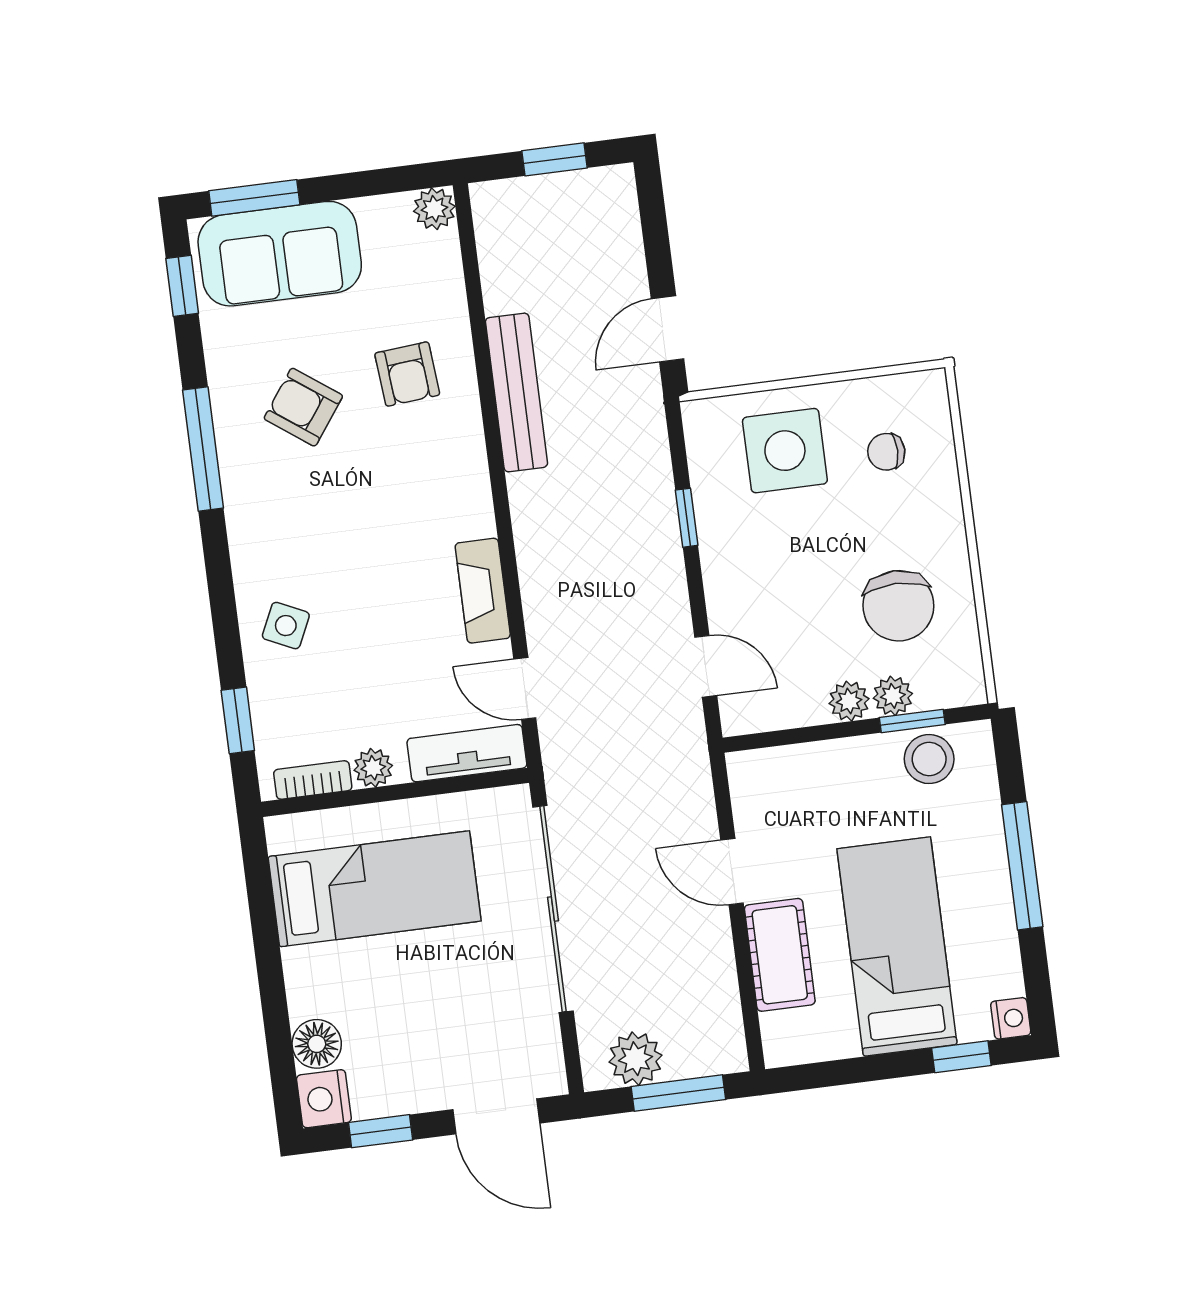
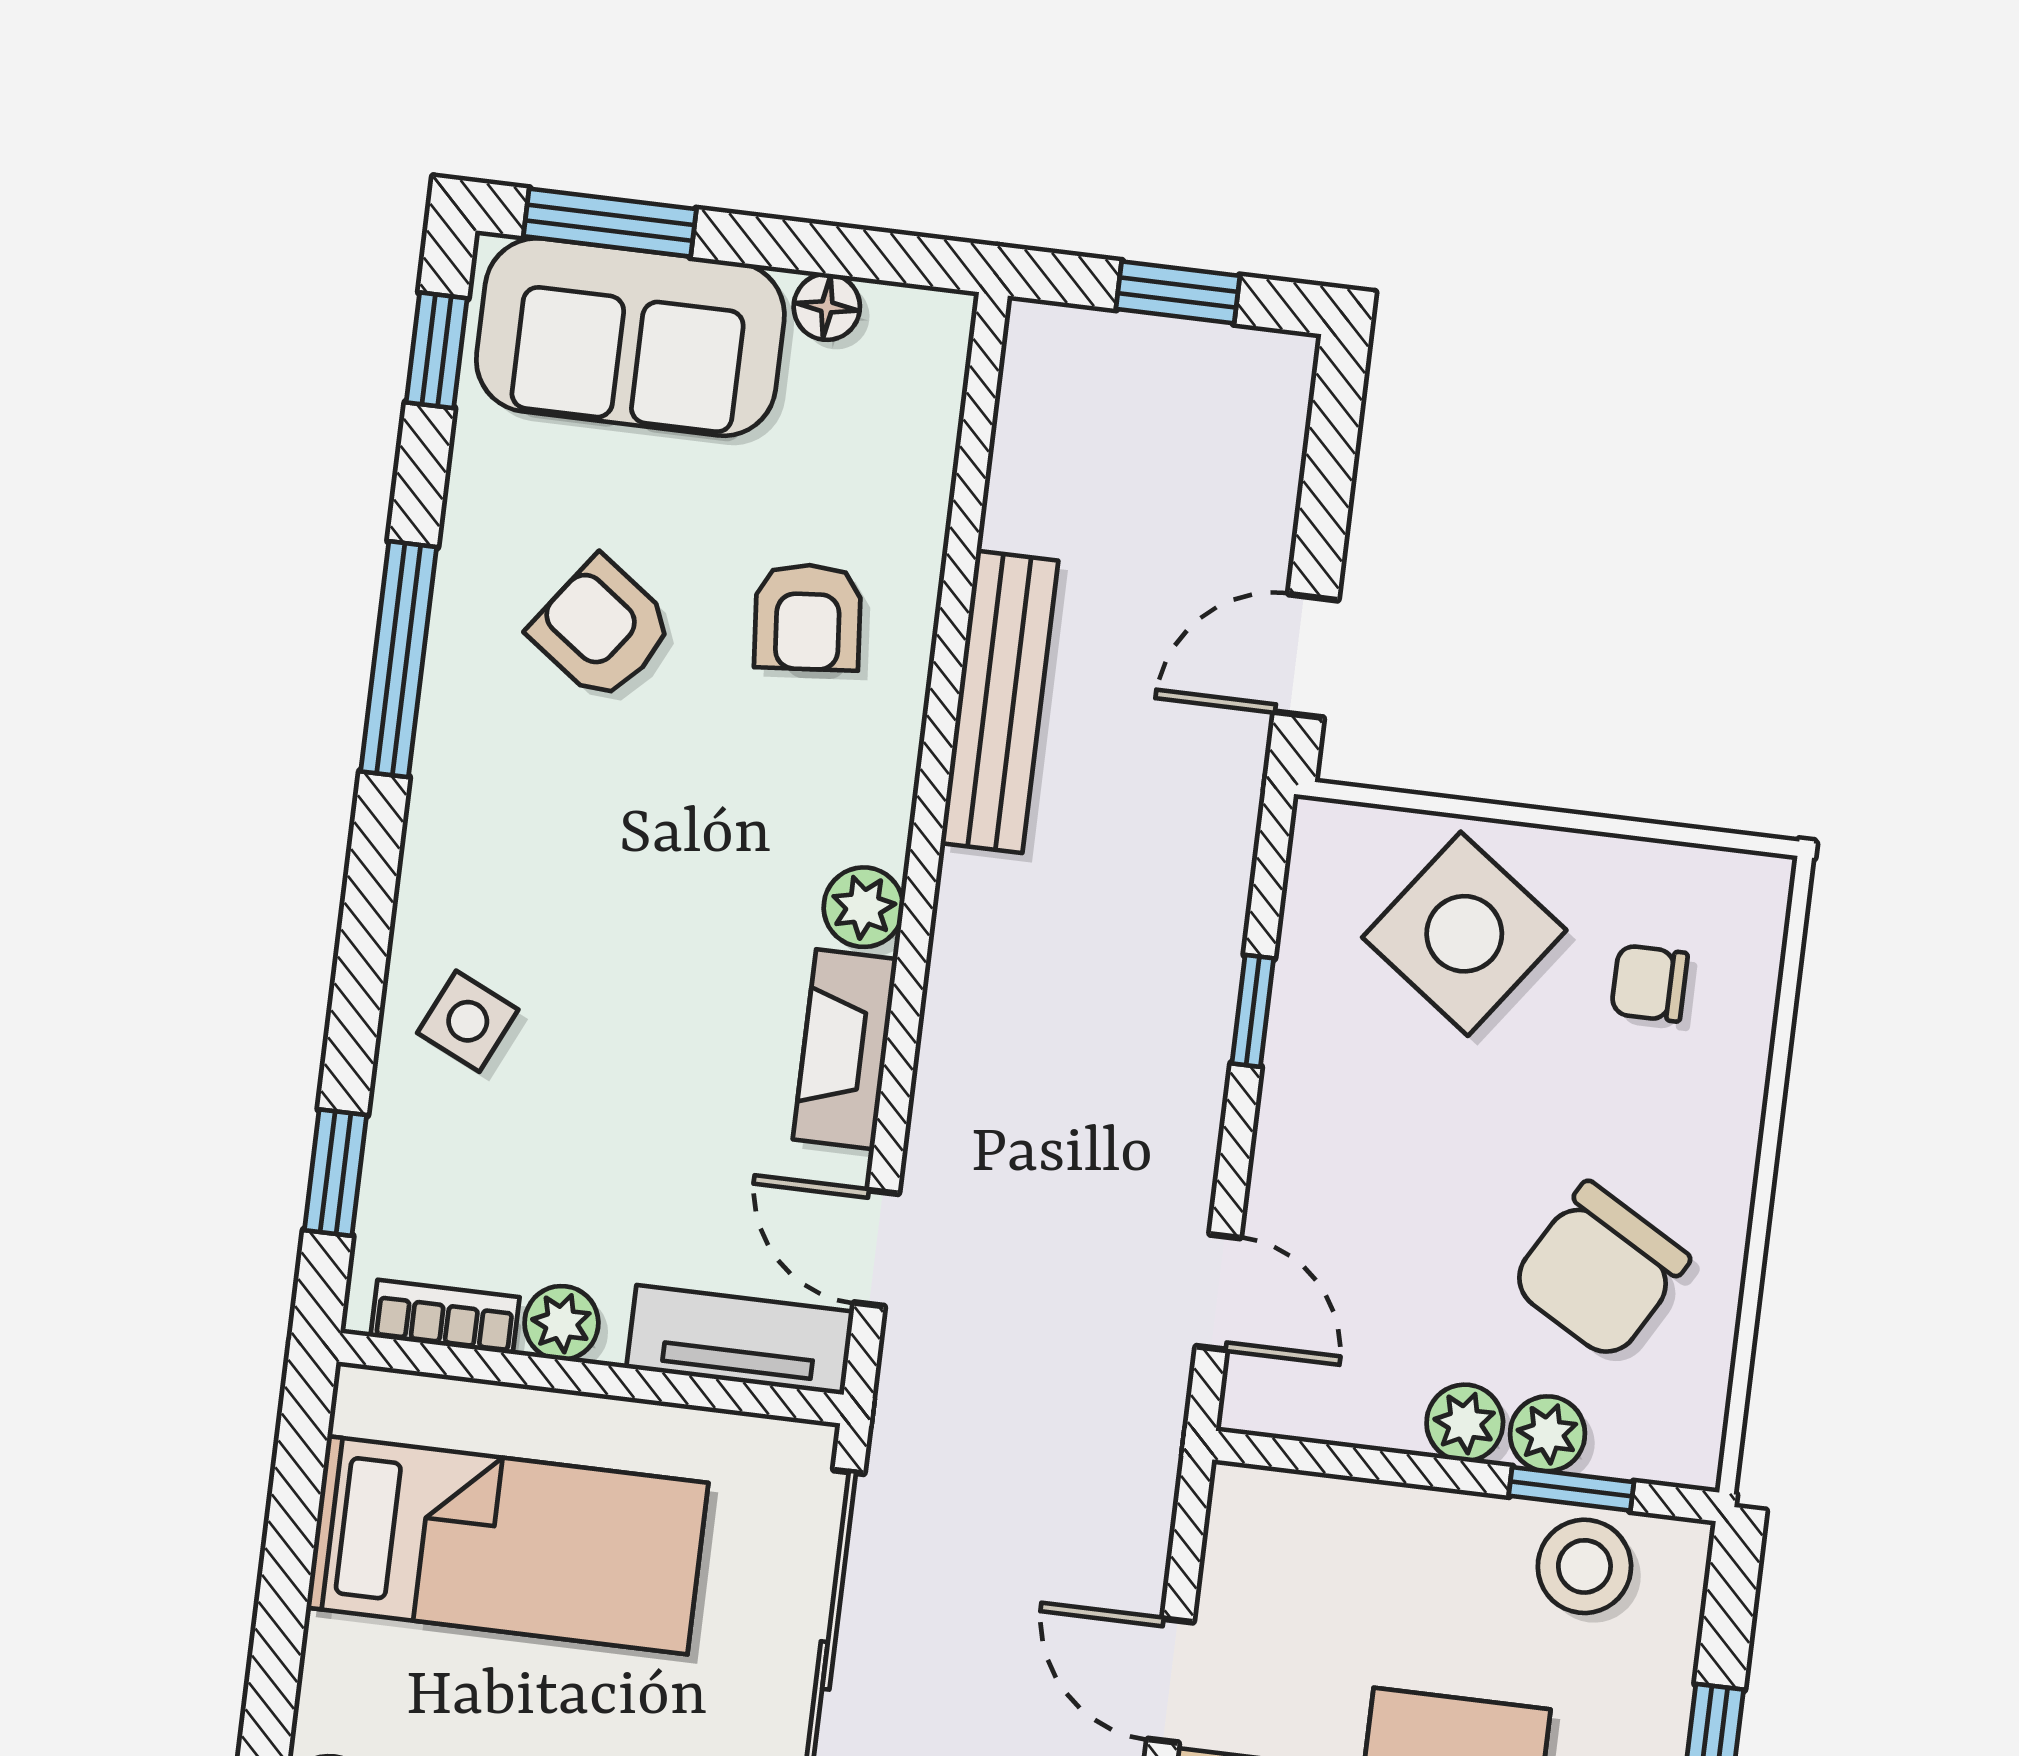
plant: (434, 209) -> (864, 907), moved
floor lamp: (376, 213) -> (827, 307), added
side table: (785, 451) -> (1464, 934), turned 36
chair: (898, 606) -> (1600, 1271), turned 30

